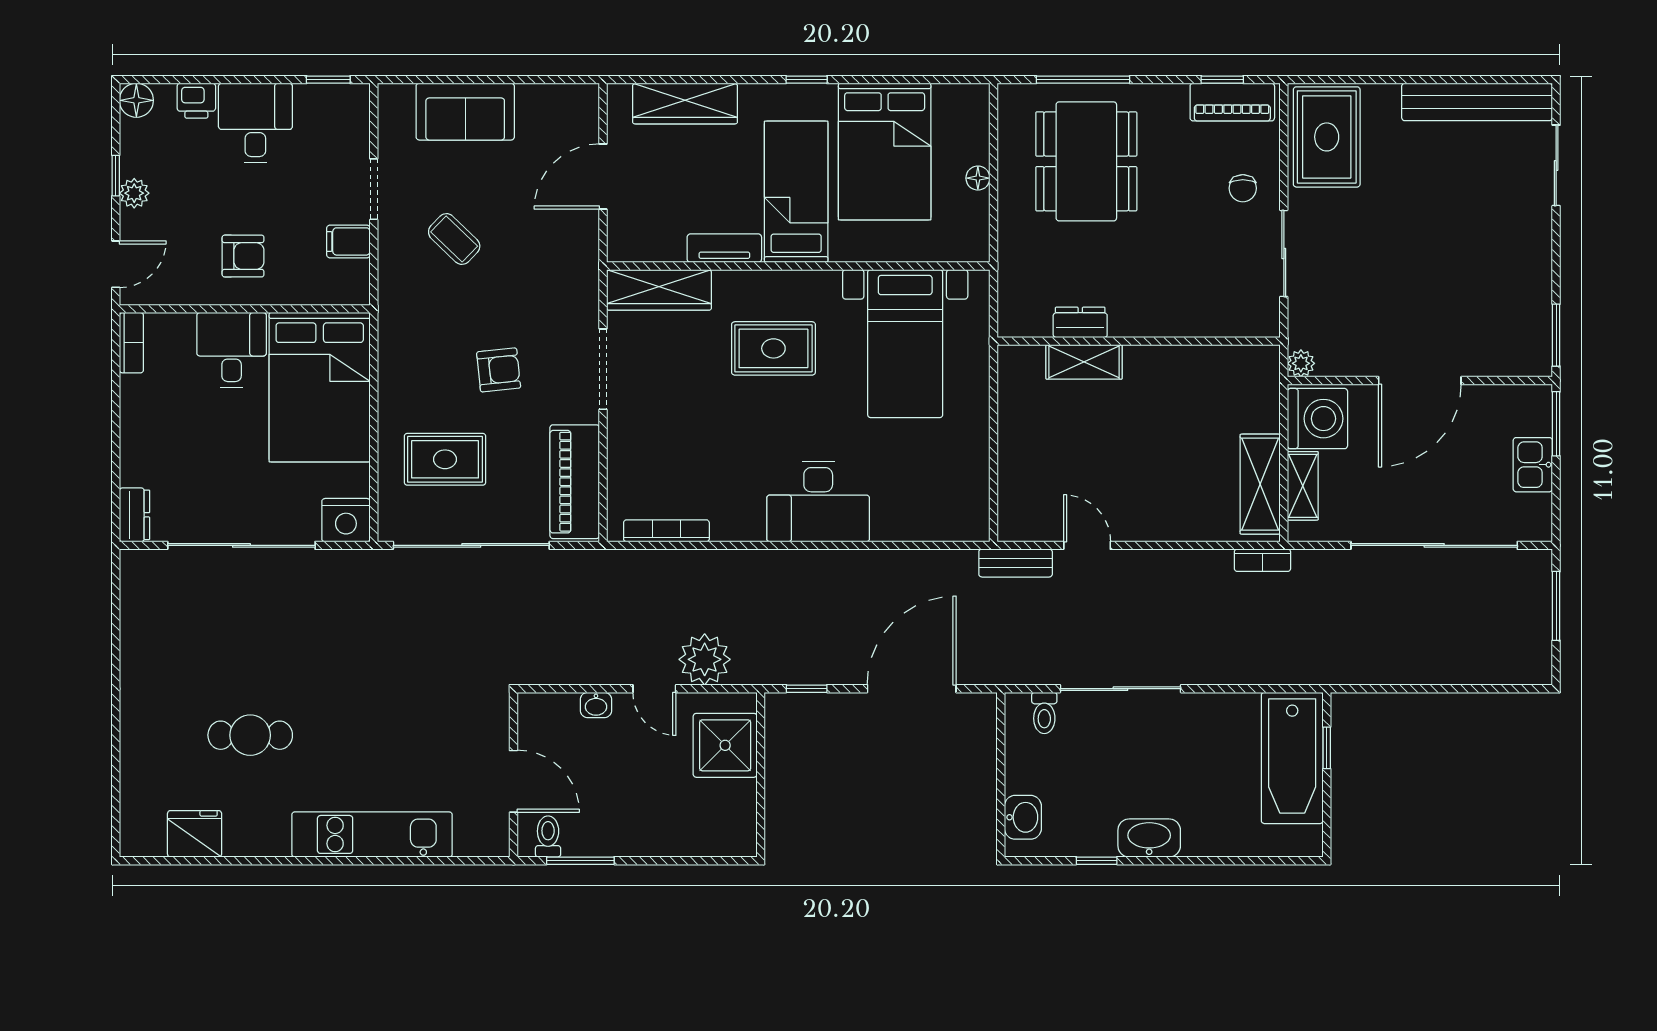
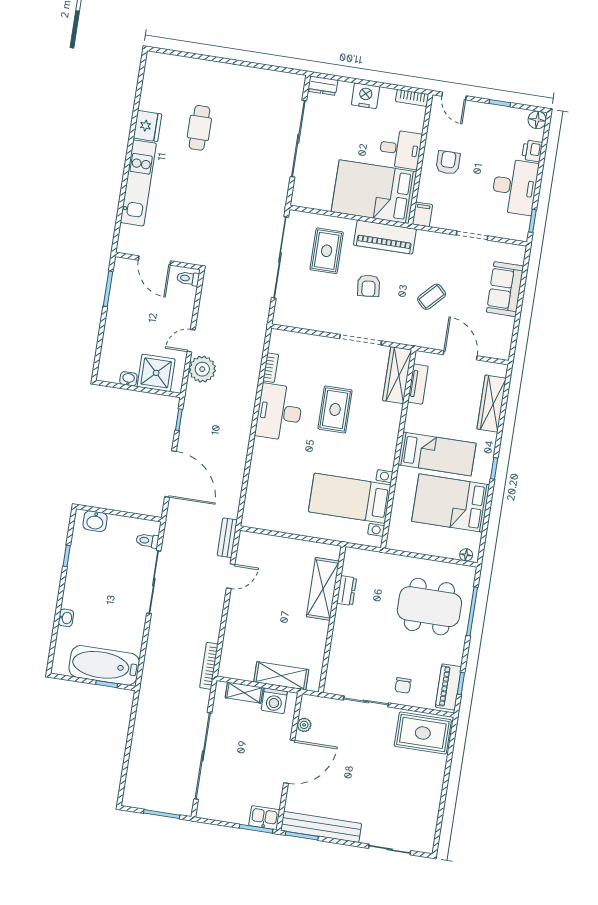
bench: (1477, 102) -> (321, 827), moved, turned 90
desk: (255, 123) -> (515, 187), width x1.37
floor lamp: (978, 178) -> (466, 555), moved
chair: (1243, 188) -> (403, 685), turned -90
plant: (134, 193) -> (489, 111), removed
coffee table: (454, 239) -> (432, 297), moved
filing cabinet: (348, 241) -> (422, 214), moved
tv unit: (724, 248) -> (418, 384), moved
armchair: (243, 256) -> (448, 163), turned 180
rug: (773, 348) -> (335, 409), moved
shelving: (1084, 362) -> (323, 589), width x1.50, depth x1.33
plant: (1301, 363) -> (304, 725), moved
door: (1420, 381) -> (289, 762), swing flipped
washing machine: (1317, 419) -> (274, 701), width x0.73, depth x0.73
kitchen sink: (1533, 465) -> (264, 818), moved
piano: (575, 482) -> (385, 237), moved, turned 180
shelving: (1260, 484) -> (281, 676), moved
desk: (818, 501) -> (279, 412), moved
nightstand: (346, 520) -> (365, 96), moved, turned 90
bookcase: (666, 531) -> (271, 368), width x0.64
bookcase: (1262, 560) -> (209, 666), width x1.56
washbasin: (596, 705) -> (128, 379), moved, turned 90
door: (513, 781) -> (154, 260), hinge flipped
fridge: (195, 834) -> (147, 126), moved
toilet: (548, 836) -> (188, 278), moved, turned 180
washbasin: (1149, 838) -> (66, 618), moved, width x0.52, depth x0.69

